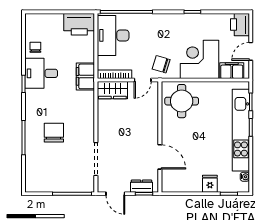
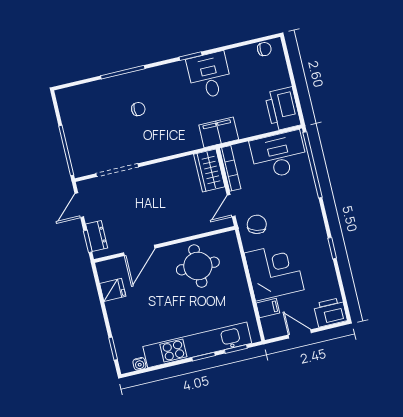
chair: (35, 47) -> (264, 49), moved
filing cabinet: (232, 71) -> (268, 308), width x0.50
door: (143, 80) -> (231, 206), hinge flipped
round table: (182, 101) -> (198, 266), moved
chair: (54, 133) -> (138, 109), width x0.54, depth x0.54
fridge: (210, 184) -> (113, 290), moved

